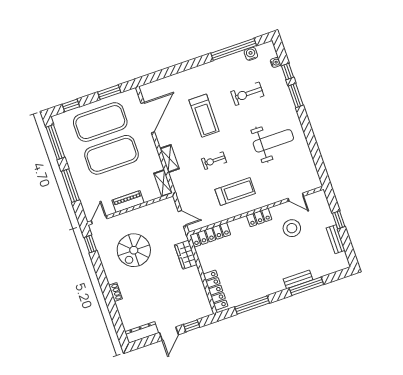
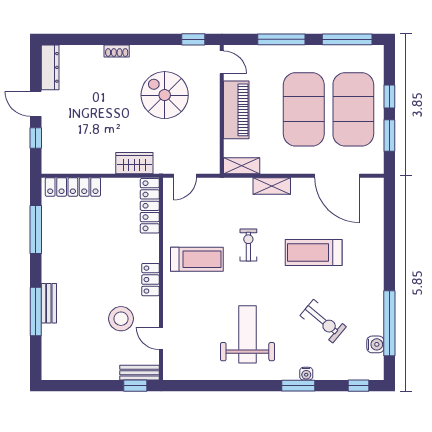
water cooler: (275, 62) -> (306, 374), moved
window: (288, 72) -> (359, 386), moved
exercise bike: (247, 94) -> (323, 321), turned 130
window: (71, 105) -> (389, 96), moved
weight bench: (273, 141) -> (247, 334), turned 180
treadmill: (235, 192) -> (197, 259), turned -90
door: (296, 197) -> (161, 338), hinge flipped
piano: (128, 202) -> (236, 110), width x1.37, depth x1.33
window: (339, 220) -> (135, 386), moved
bench: (336, 239) -> (140, 373), moved

